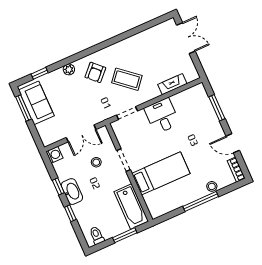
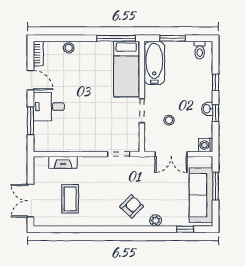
coffee table: (127, 79) -> (70, 199), moved, turned 50
sofa: (36, 103) -> (201, 195), width x1.36
window: (23, 108) -> (216, 186), moved
desk: (162, 116) -> (49, 107), moved, turned 90
double door: (81, 133) -> (171, 154), swing flipped
bed: (161, 173) -> (126, 69), moved, turned -90
washbasin: (72, 192) -> (207, 109), width x0.52, depth x0.69
window: (201, 201) -> (116, 38), moved

